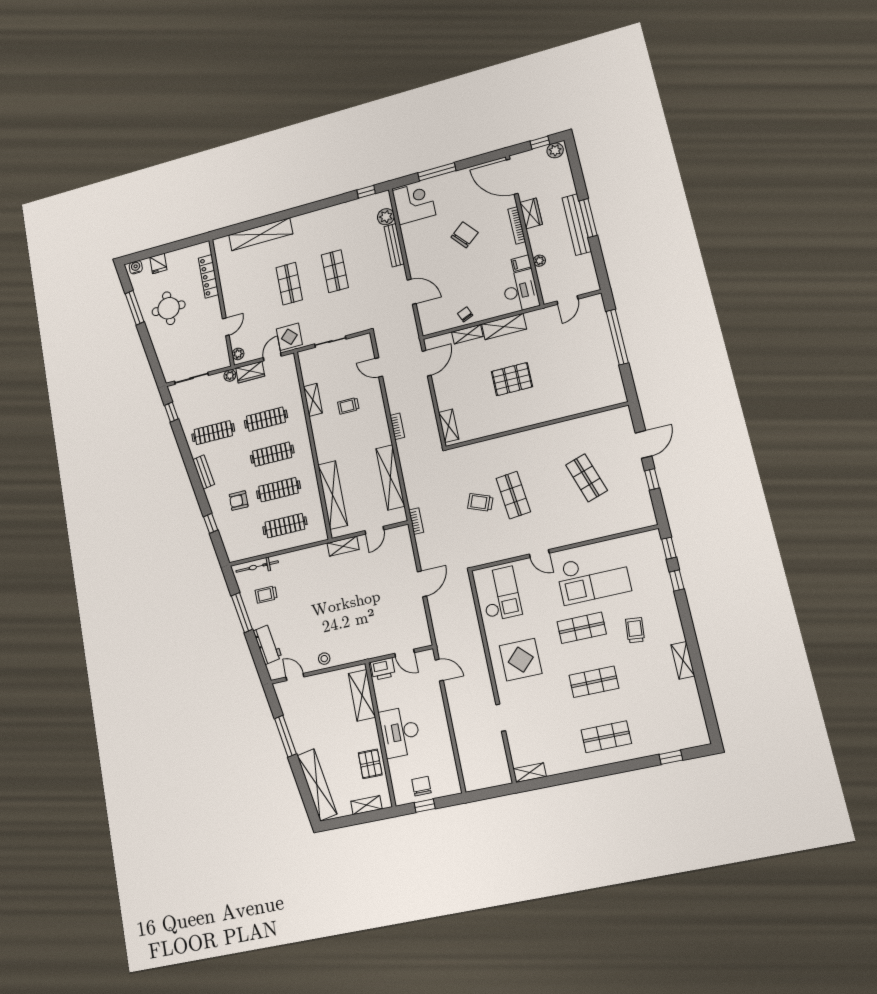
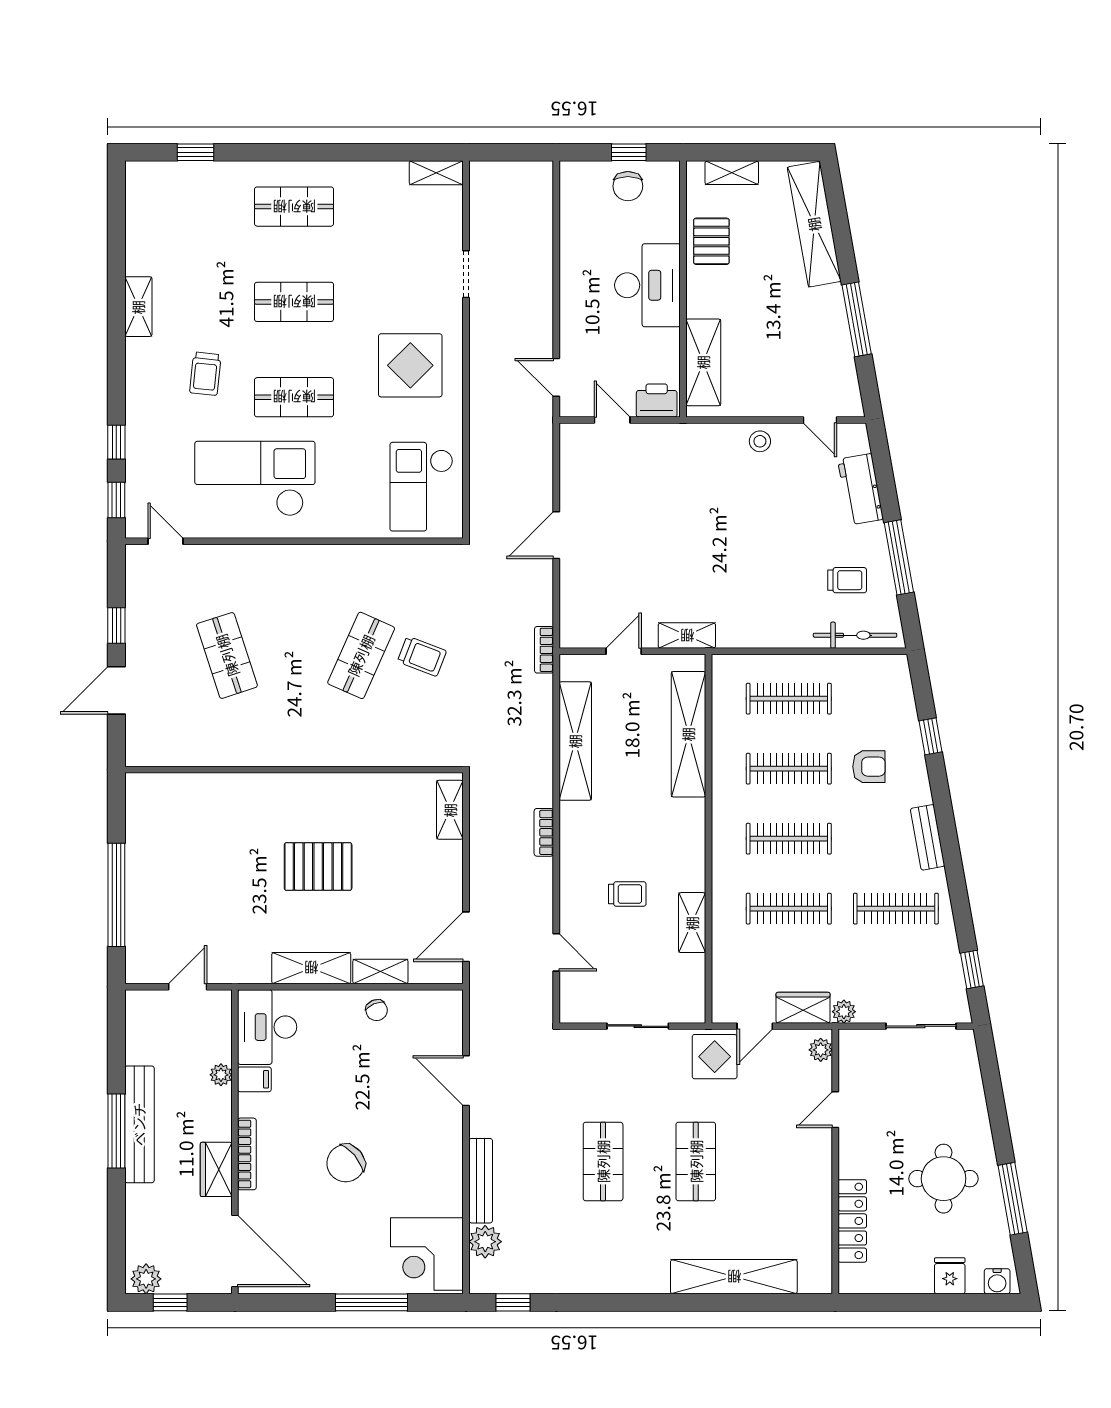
shop shelf: (513, 495) -> (361, 655), turned 30
door: (539, 554) -> (165, 541), moved

